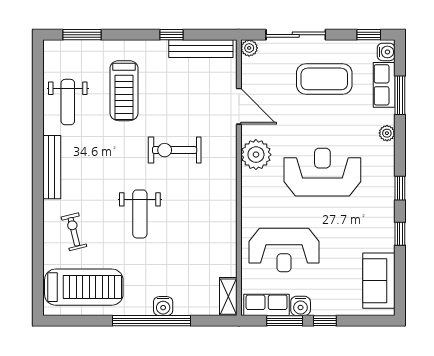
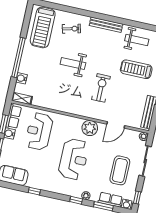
weight bench: (68, 102) -> (137, 40), turned 180
window: (400, 188) -> (76, 200), moved
water cooler: (163, 306) -> (21, 78), moved

